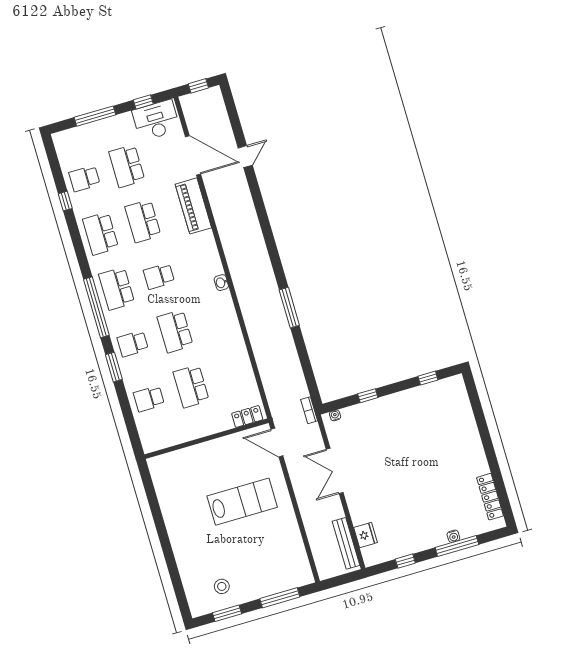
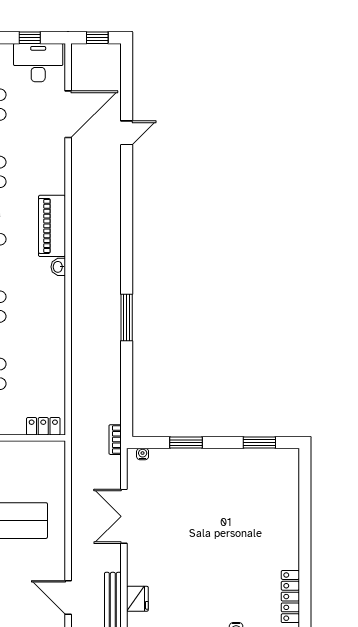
door: (193, 155) -> (68, 114), hinge flipped
piano: (193, 206) -> (52, 226), moved
window: (428, 378) -> (259, 443), width x1.50
window: (368, 396) -> (186, 443), width x1.50
door: (277, 443) -> (68, 597), moved

